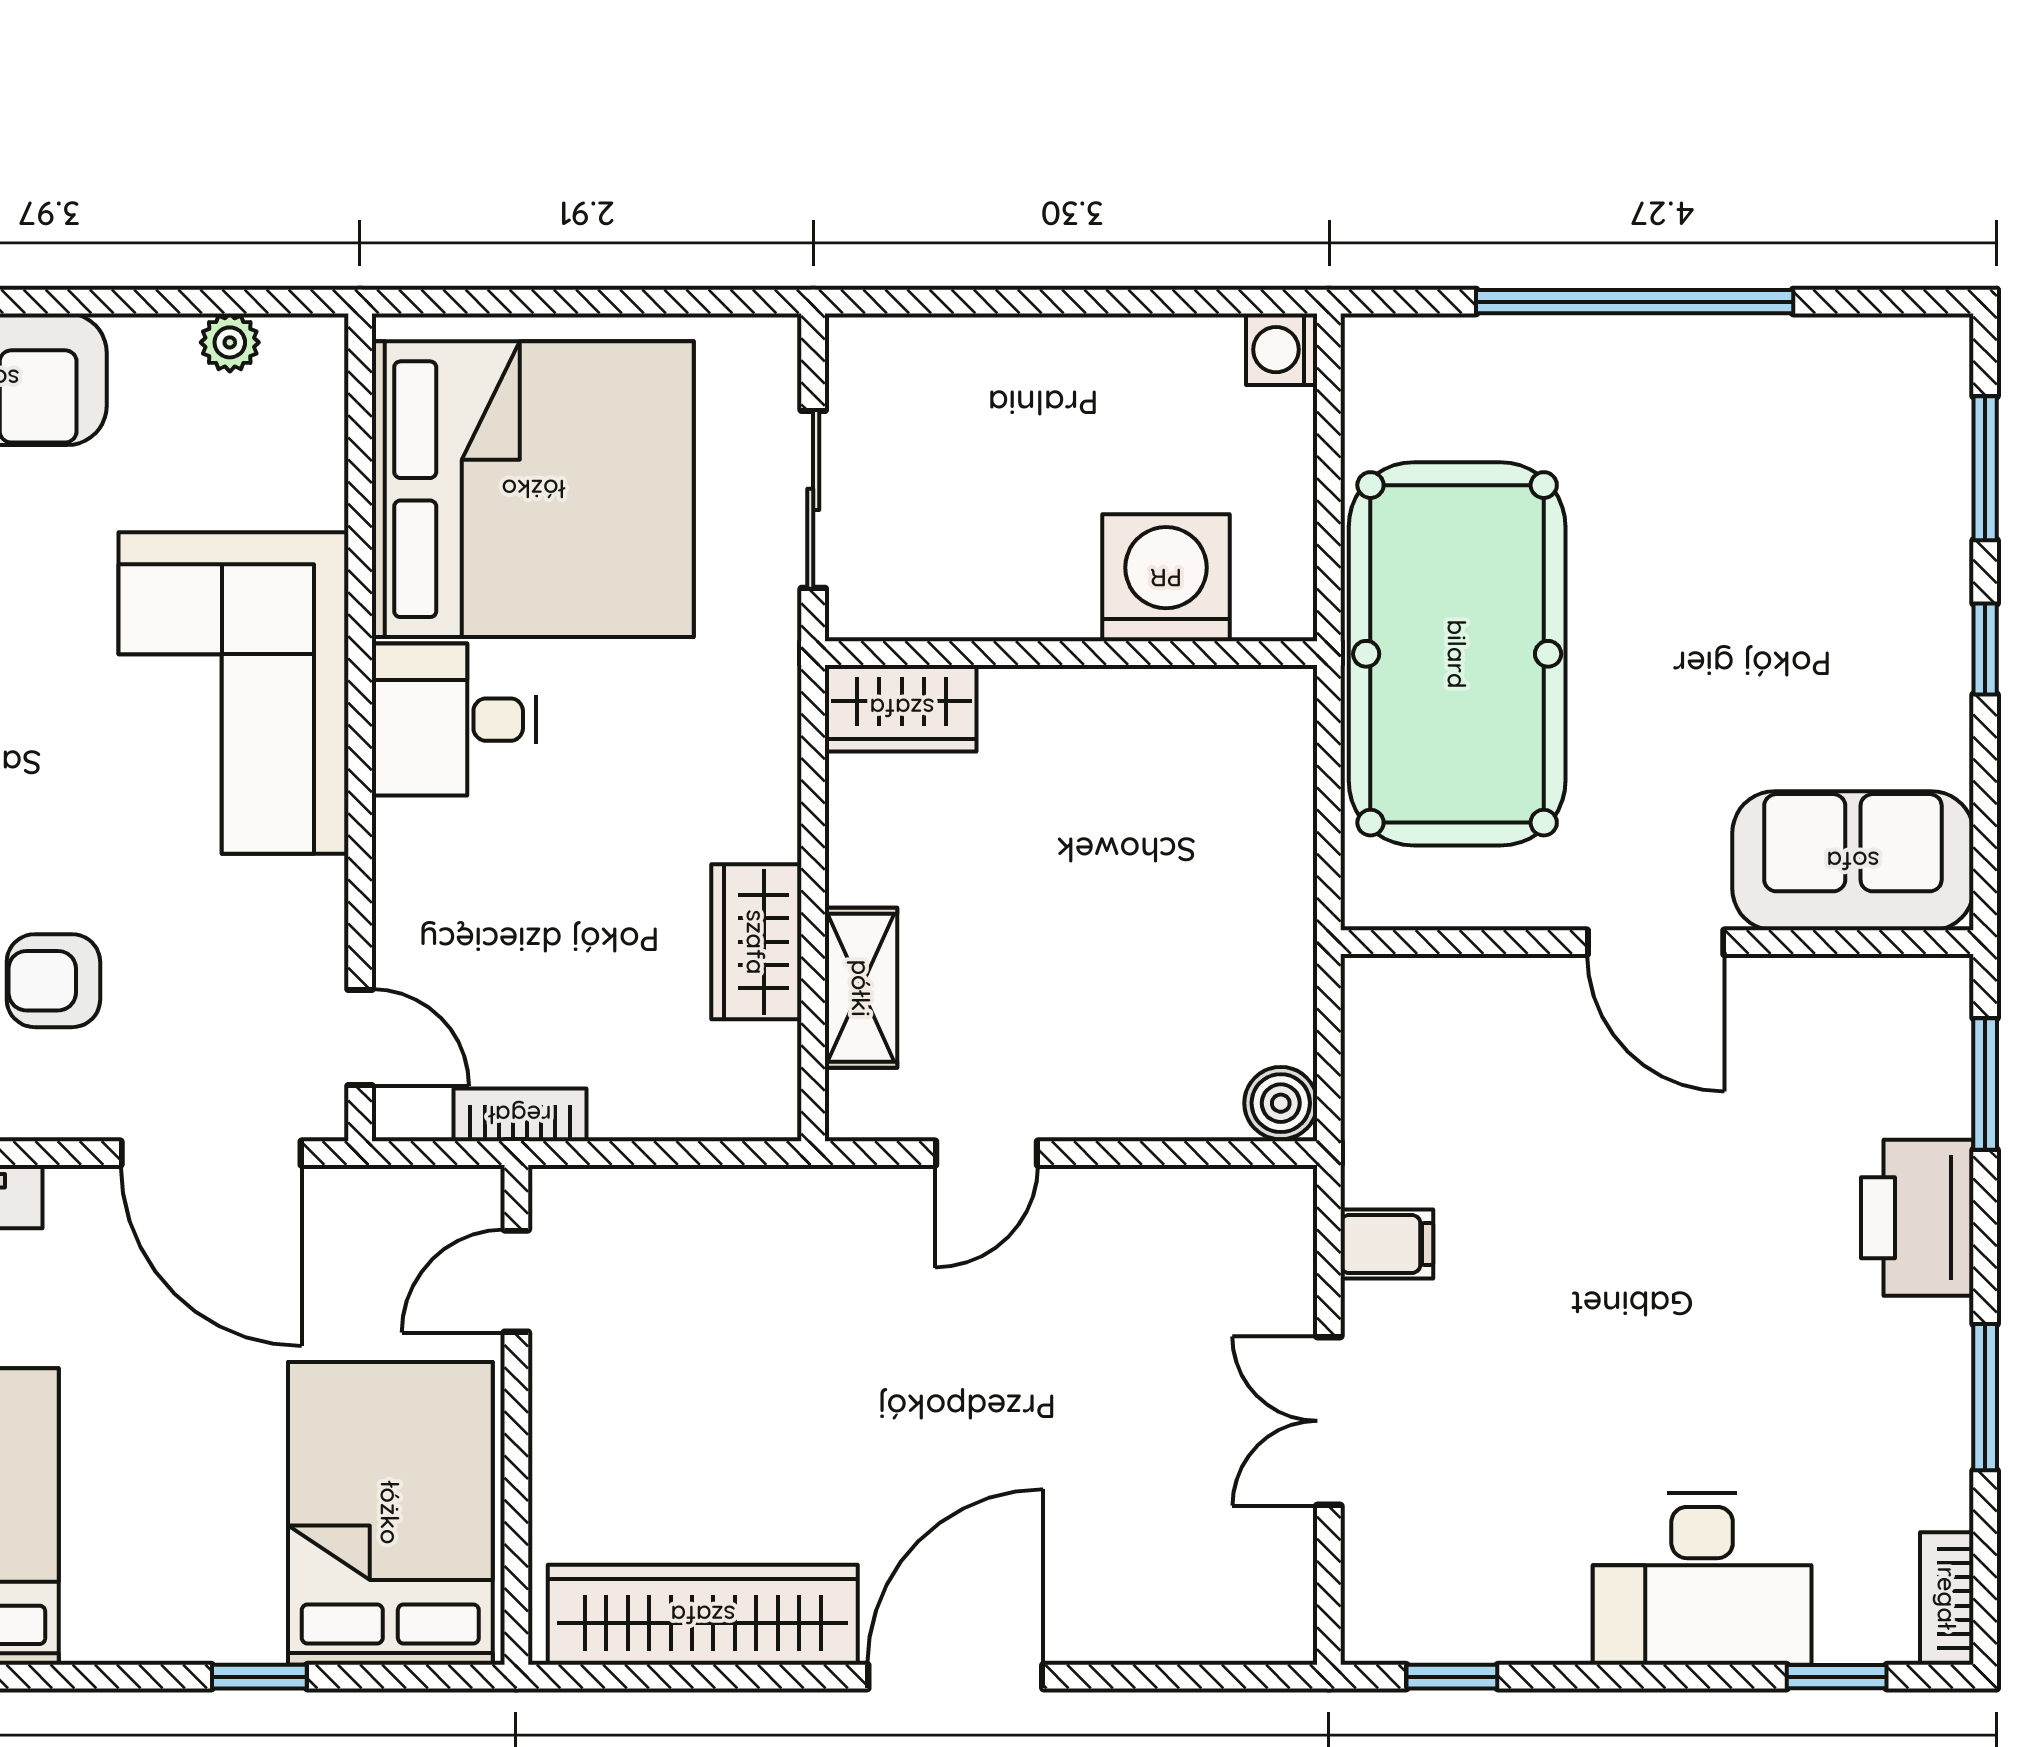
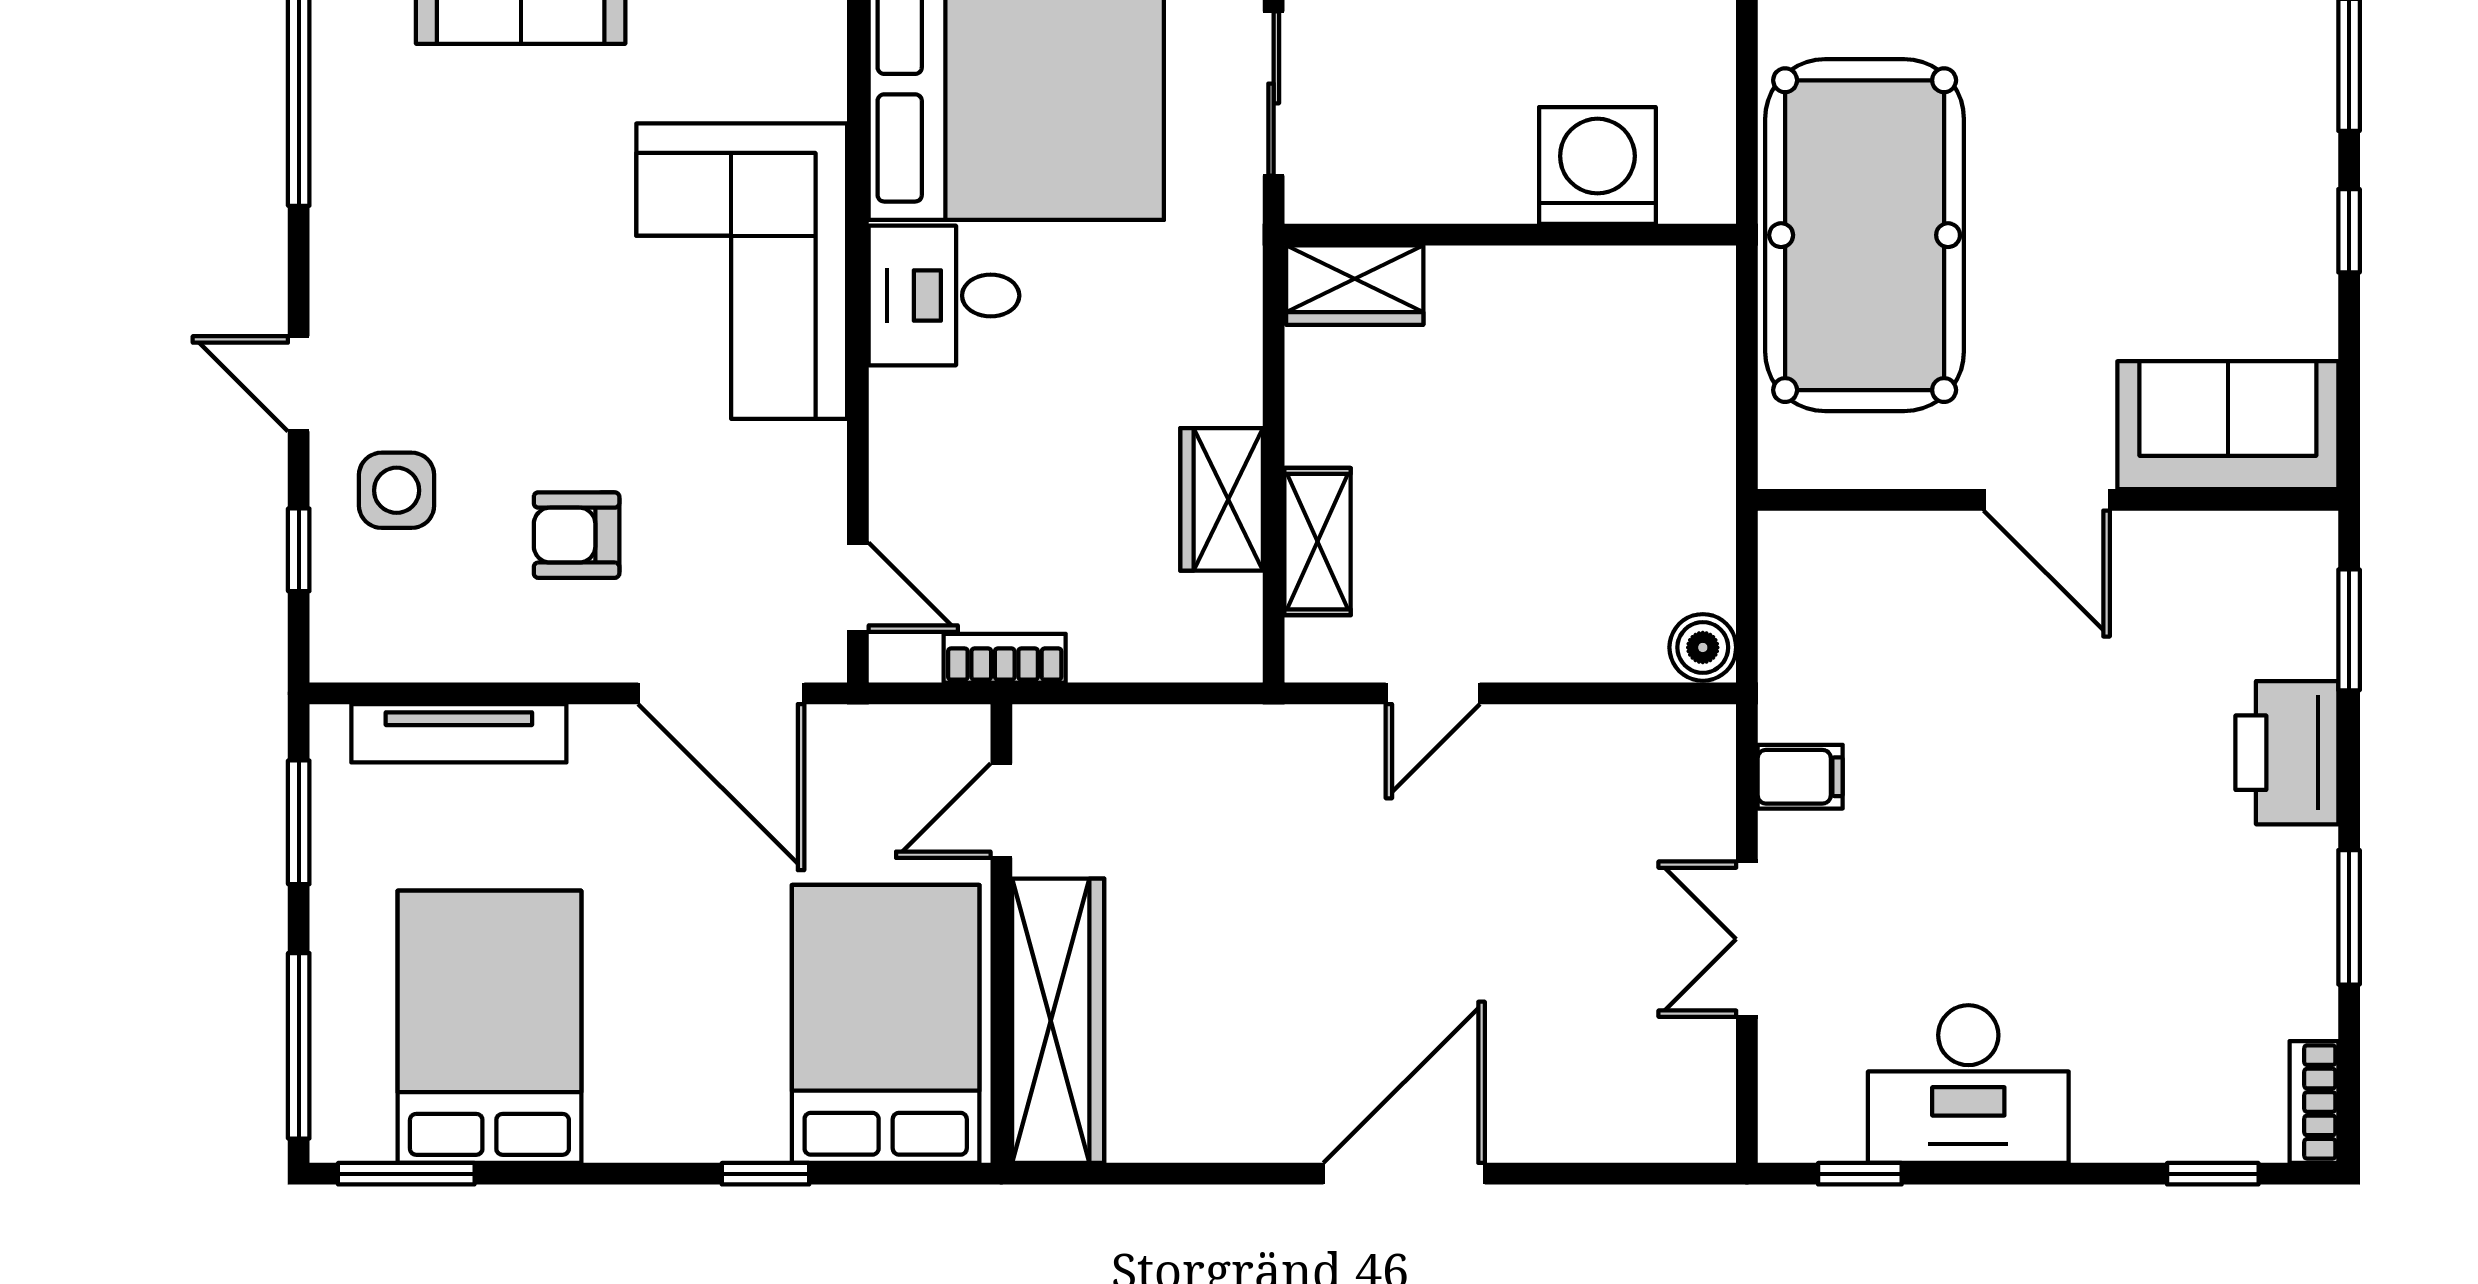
desk: (1702, 1579) -> (1968, 1084), moved
wardrobe: (703, 1615) -> (1058, 1021), moved, turned 90

